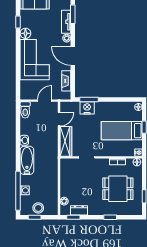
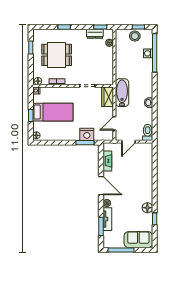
corner sofa: (35, 60) -> (138, 182), removed
wardrobe: (66, 141) -> (108, 97), width x0.67
bathtub: (27, 160) -> (122, 93), moved, turned 180

